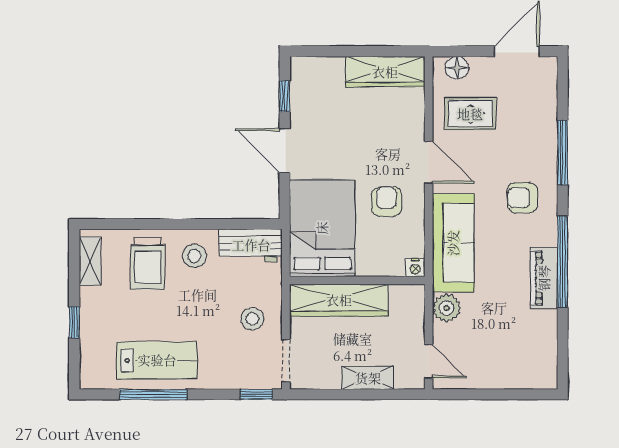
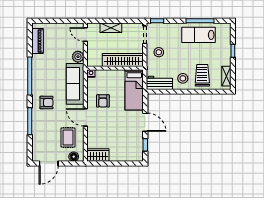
wardrobe: (385, 72) -> (98, 155), width x0.67
rug: (470, 114) -> (68, 137), turned 90
bed: (322, 228) -> (134, 90), width x0.67
piano: (544, 278) -> (37, 41), moved

